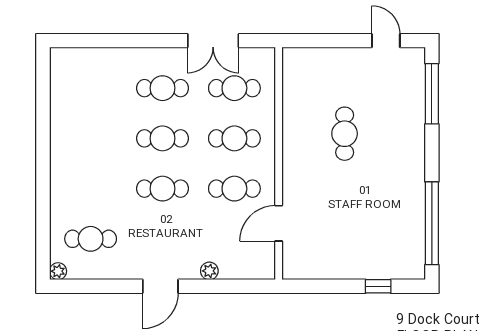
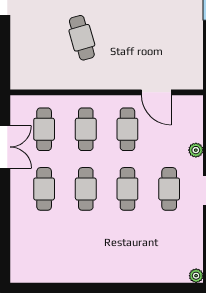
cafe table: (345, 134) -> (82, 38), turned 74
cafe table: (91, 239) -> (169, 189), moved

